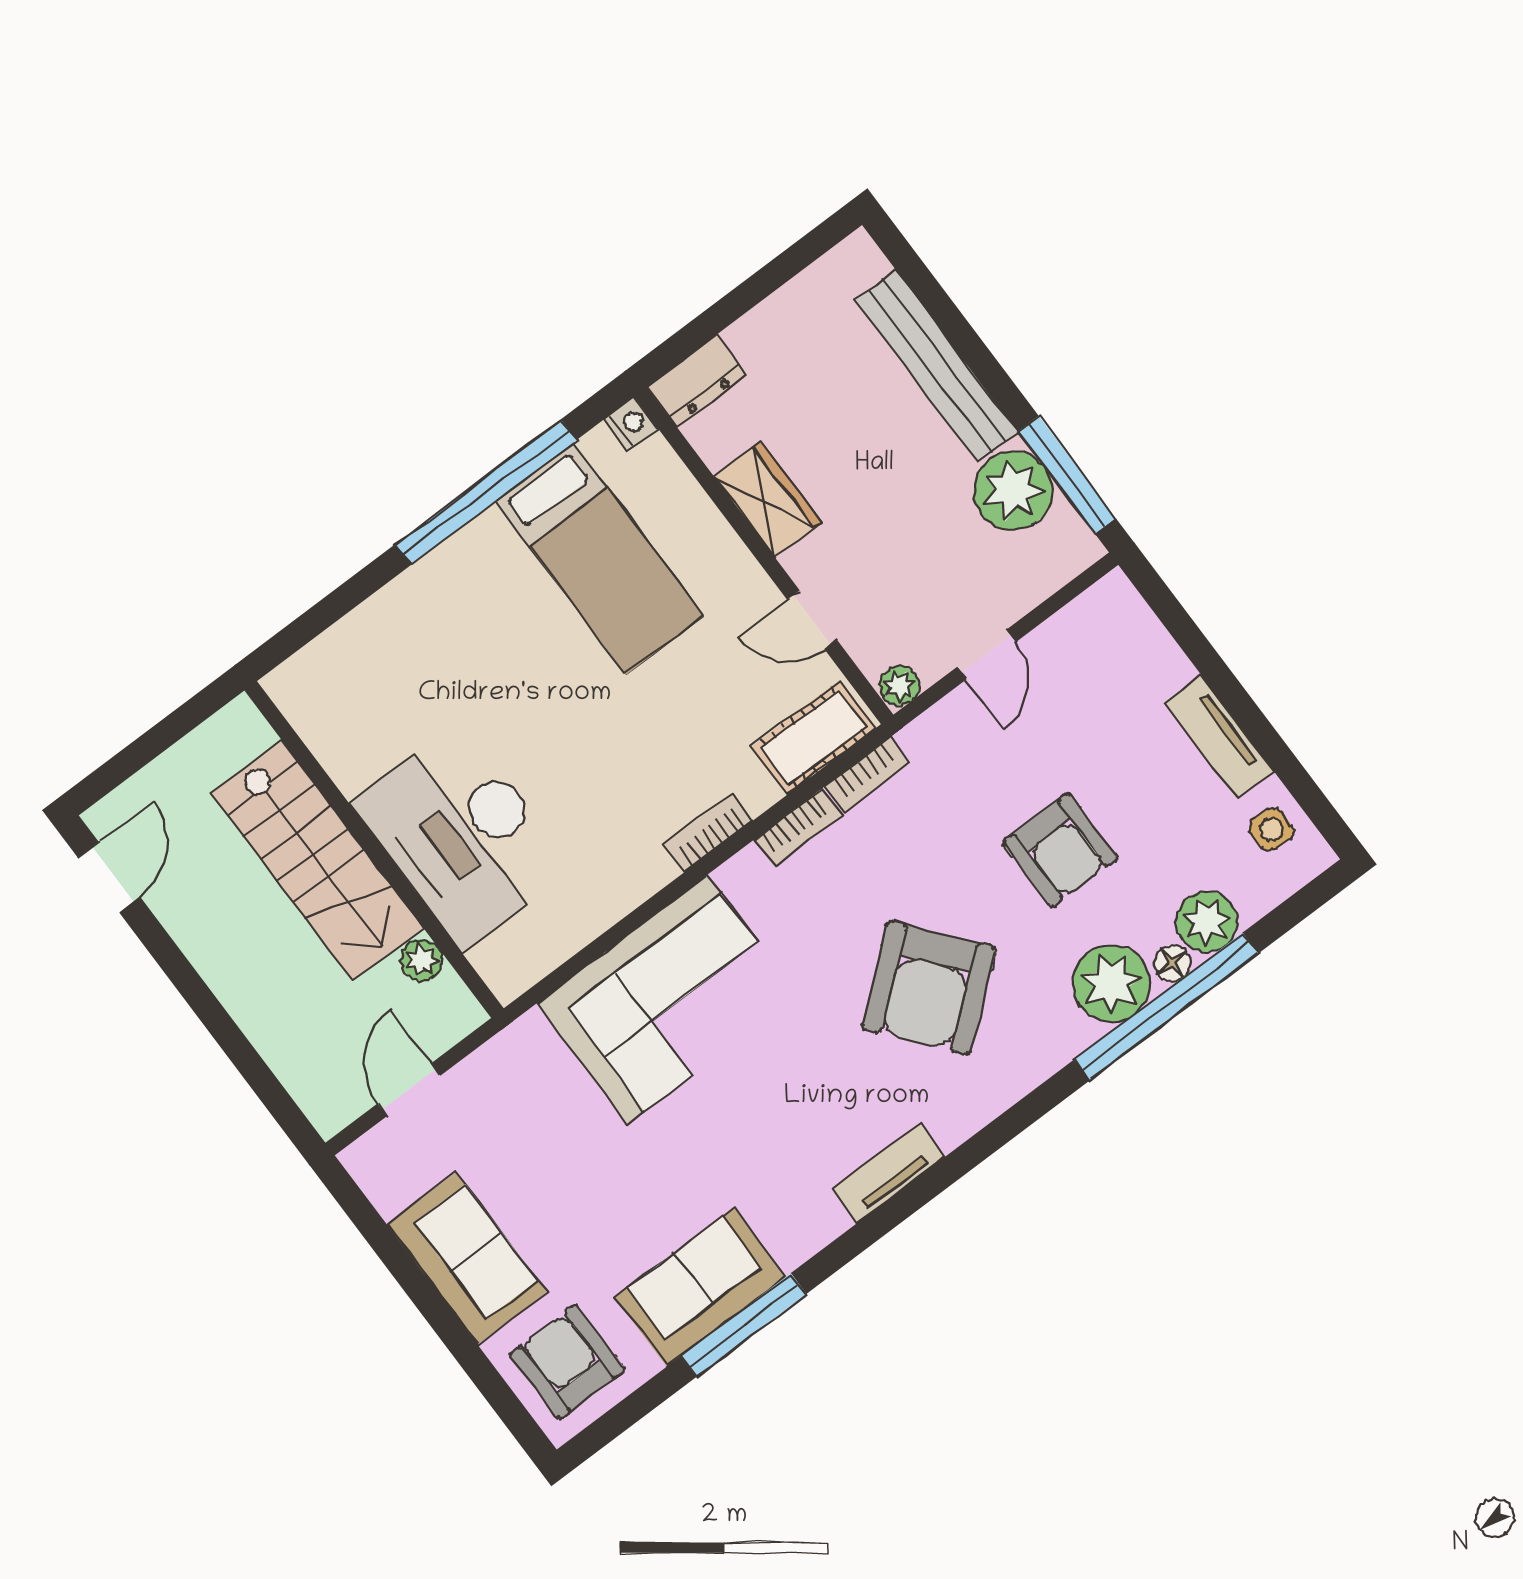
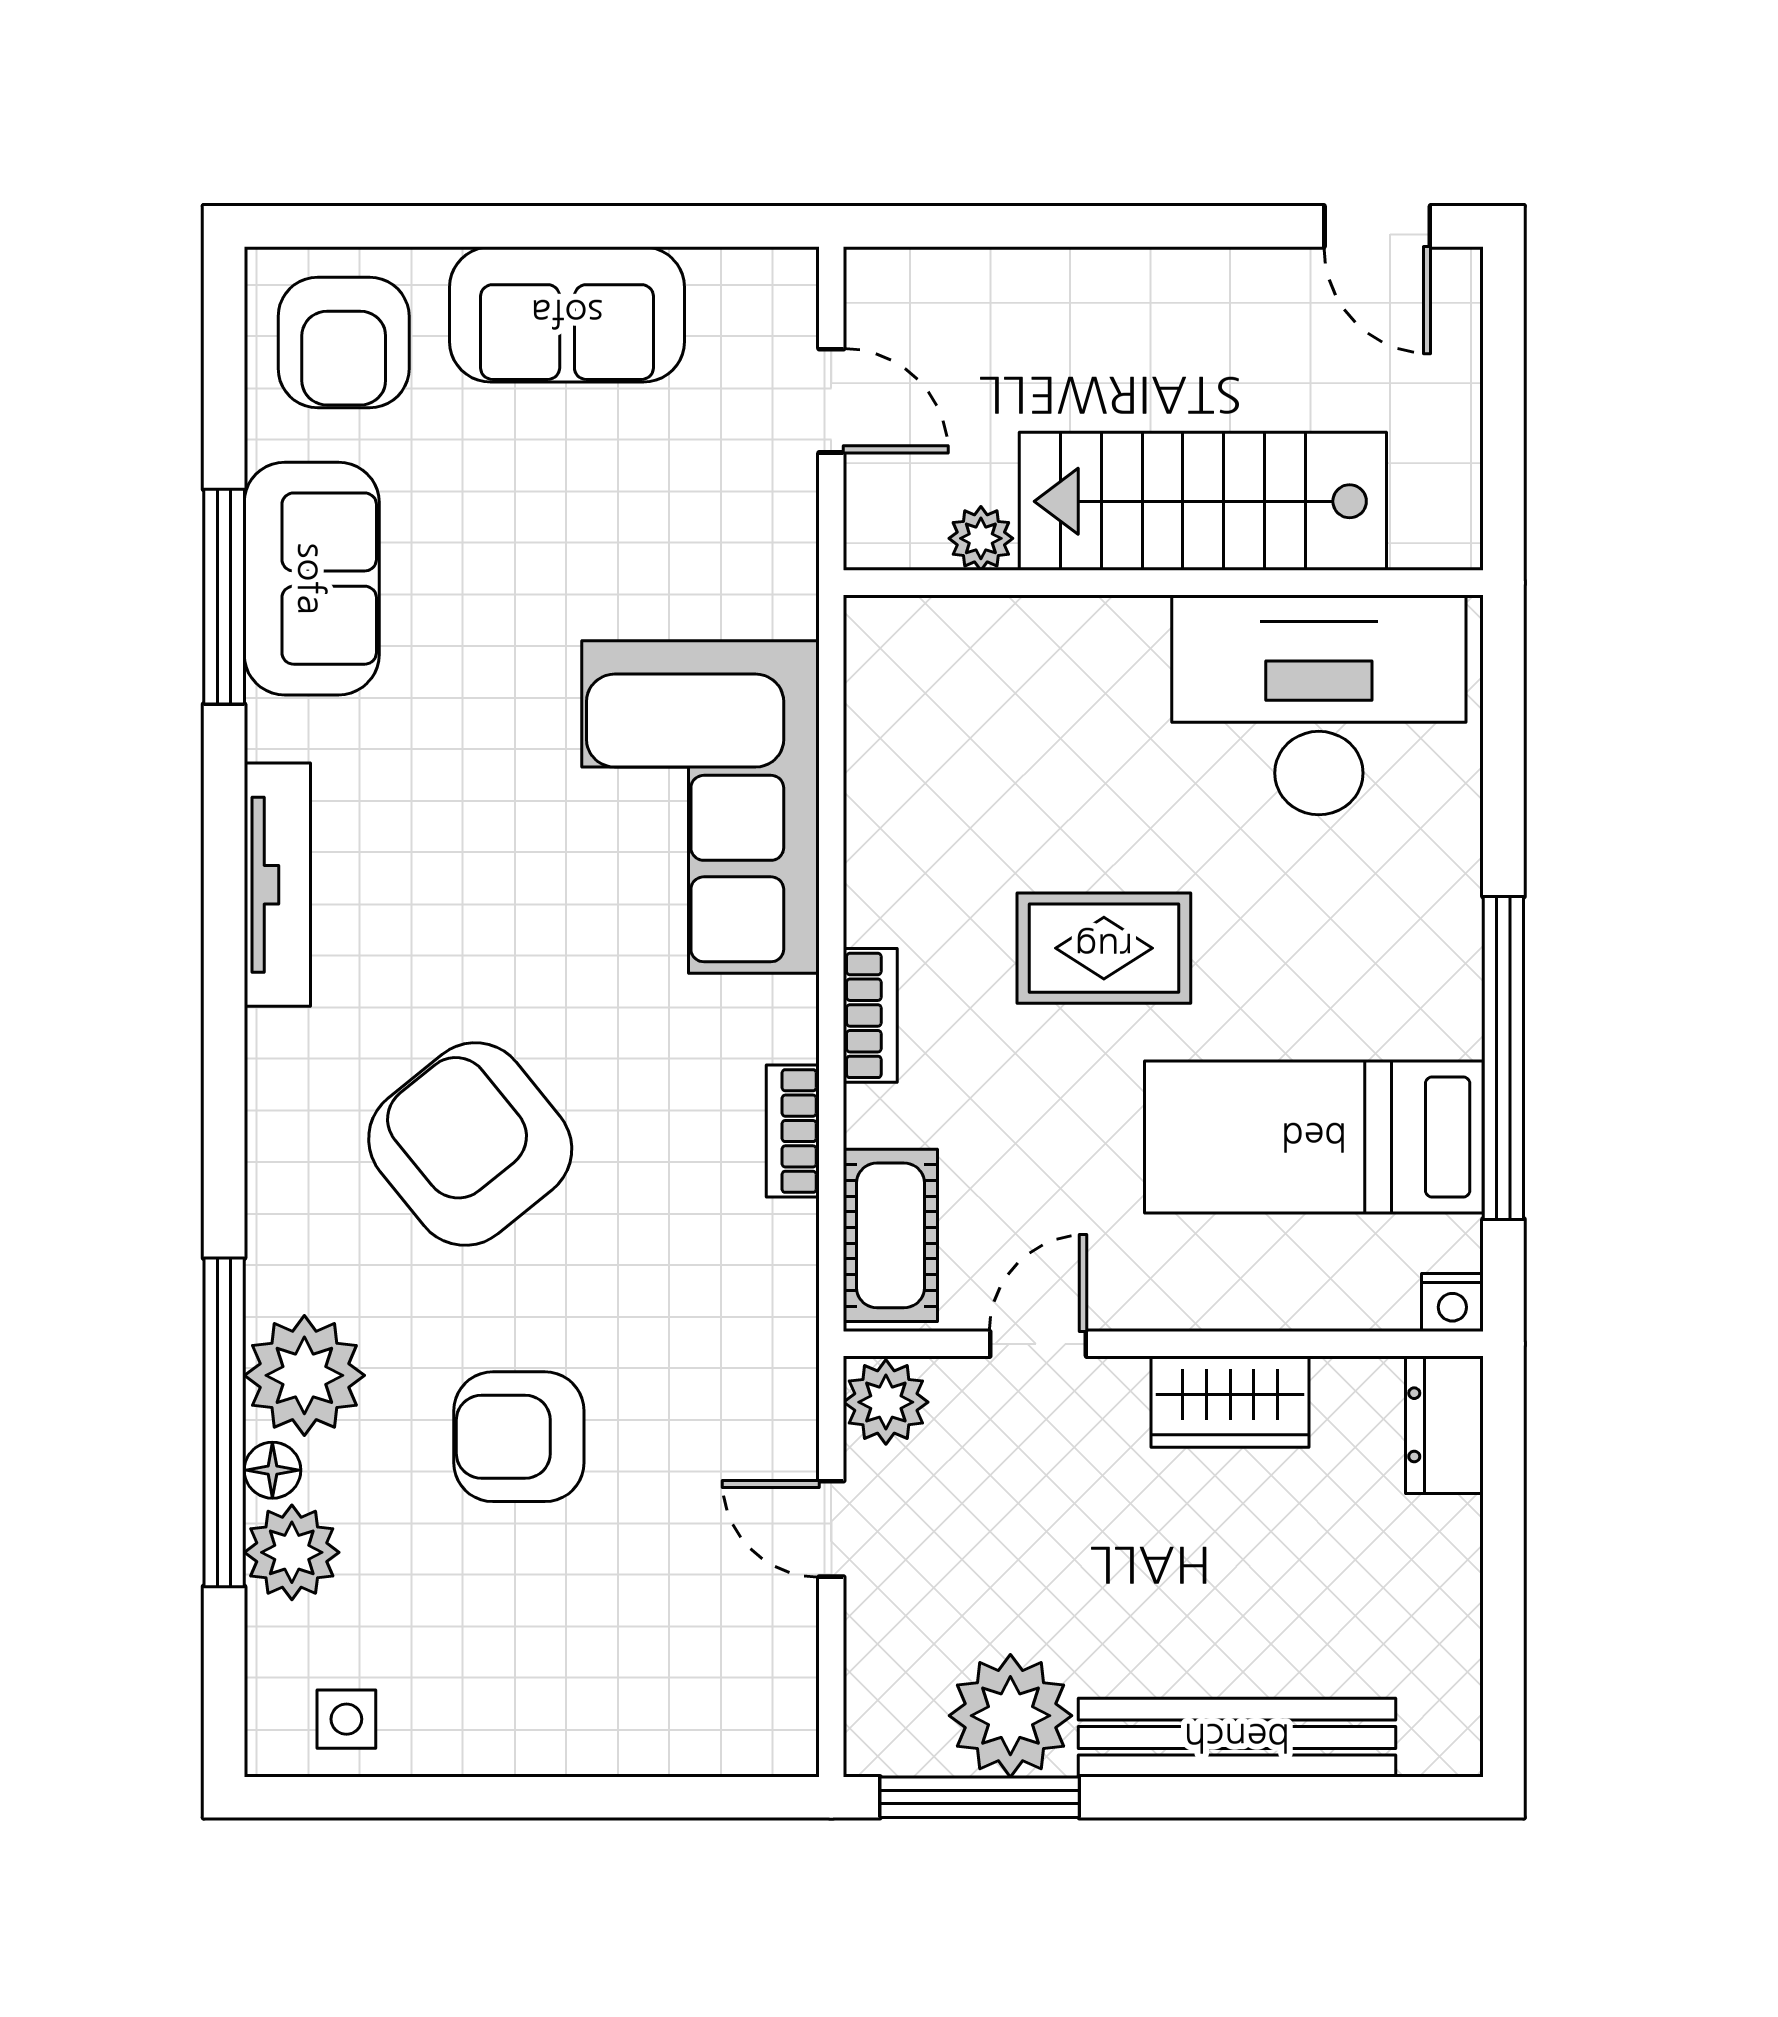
plant: (899, 686) -> (886, 1402), width x1.38, depth x1.38
tv unit: (1219, 737) -> (510, 1741), removed
rug: (584, 739) -> (1104, 948), added
bookcase: (868, 774) -> (794, 1268), removed
desk: (462, 836) -> (1319, 705), moved
tv unit: (889, 1173) -> (277, 885), width x1.41
armchair: (567, 1362) -> (344, 342), turned 90

